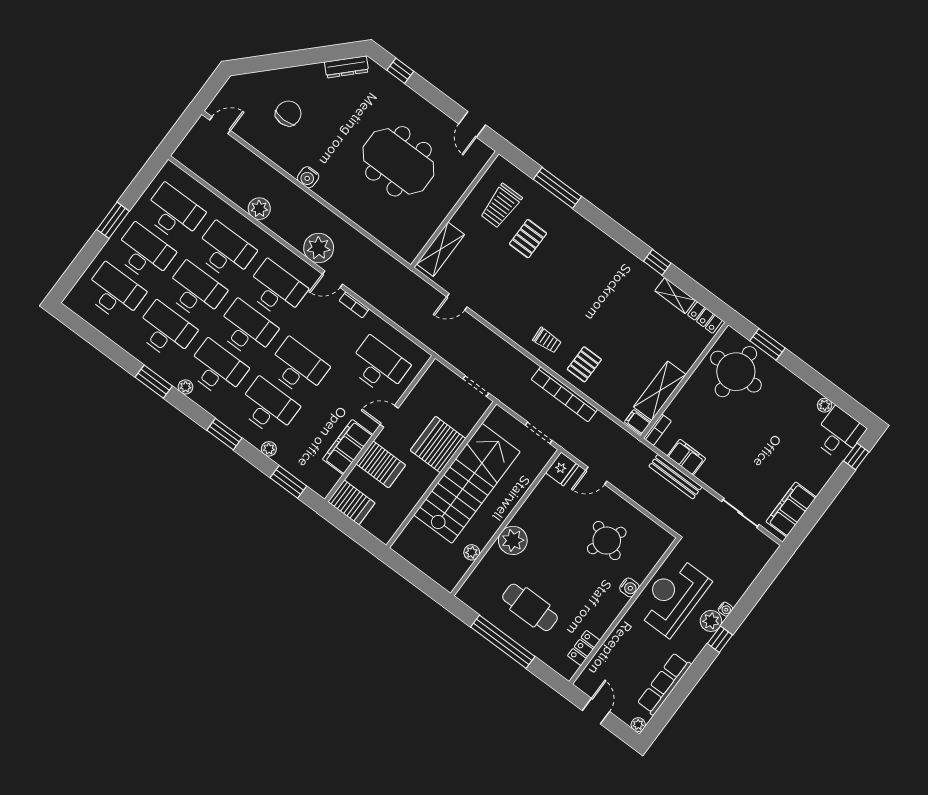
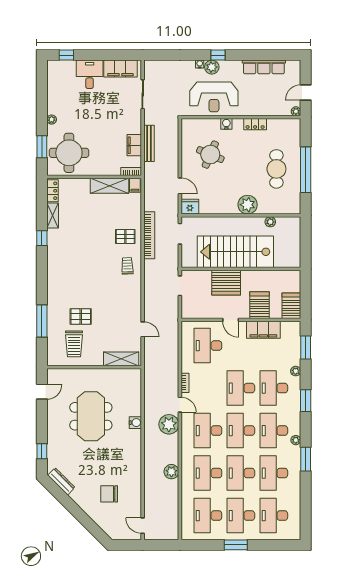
water cooler: (308, 177) -> (135, 423), moved
trolley: (501, 206) -> (74, 344), turned 90
plant: (825, 405) -> (52, 120), moved
desk: (839, 434) -> (90, 74), moved, turned 90
locker: (584, 648) -> (255, 124), moved
plant: (638, 725) -> (296, 111), moved

